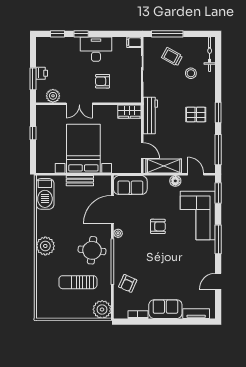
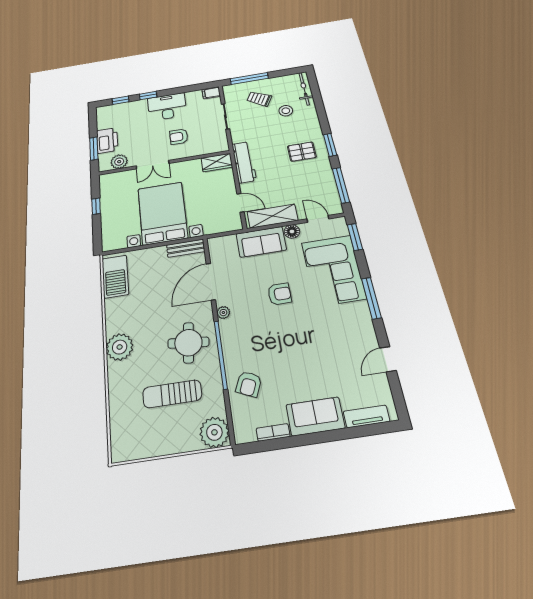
printer: (42, 73) -> (107, 140), width x1.87, depth x1.48
bench: (80, 181) -> (186, 248), moved
sofa: (130, 185) -> (261, 242), moved

